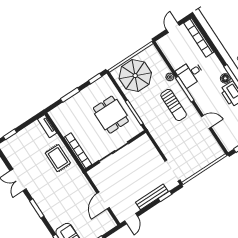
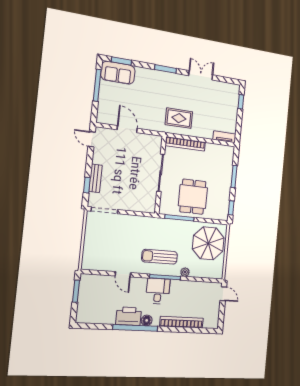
door: (173, 27) -> (223, 294), moved
bookcase: (199, 38) -> (182, 322), moved
desk: (190, 74) -> (158, 291), moved
dining table: (111, 115) -> (193, 197), turned 90
door: (206, 122) -> (123, 274), hinge flipped
rug: (58, 158) -> (179, 118), moved
bench: (152, 197) -> (95, 178), width x0.73

